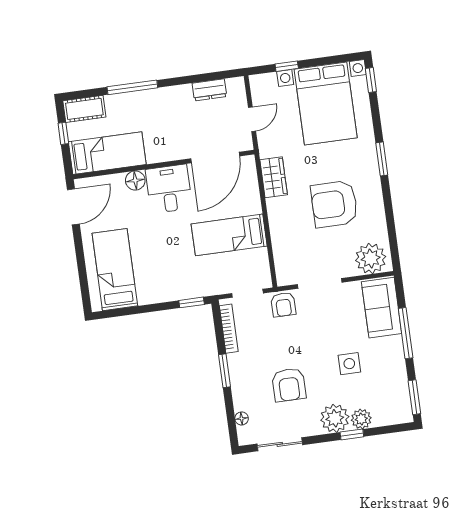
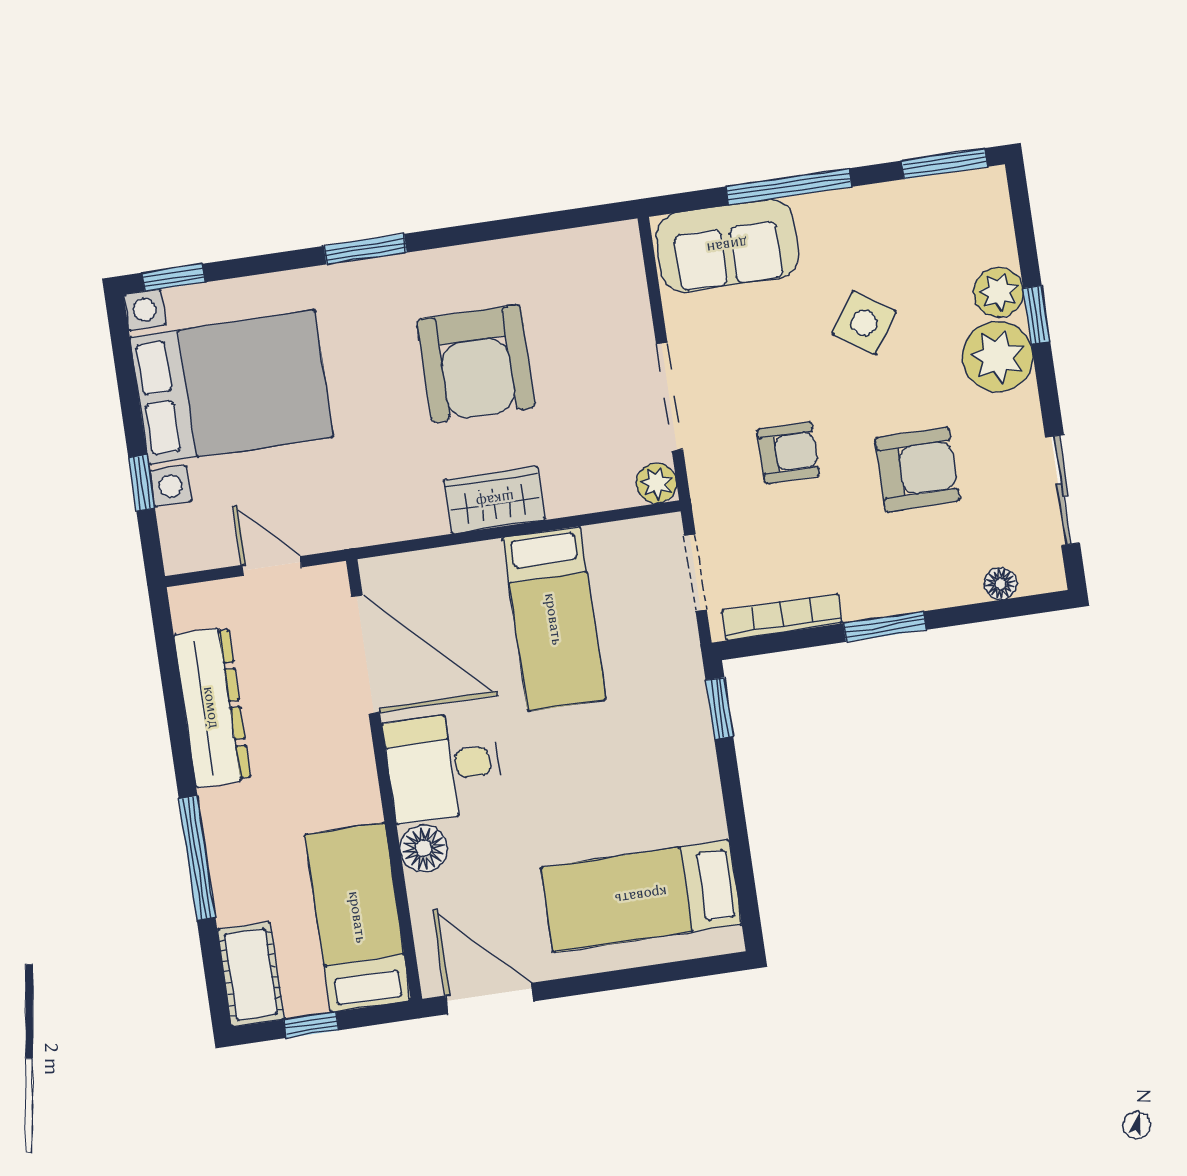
dresser: (209, 90) -> (212, 707), width x1.96, depth x1.24
wardrobe: (274, 177) -> (495, 500), moved
plant: (371, 258) -> (656, 483), moved, width x0.53, depth x0.53
armchair: (283, 305) -> (788, 453), moved
side table: (349, 364) -> (864, 323), turned 34

